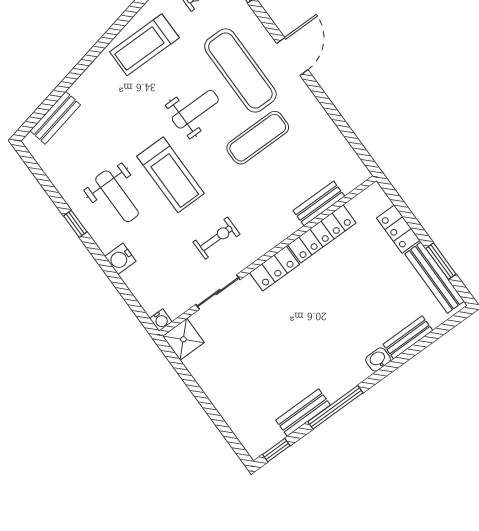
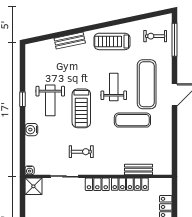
weight bench: (195, 109) -> (114, 87), turned -90
bench: (55, 118) -> (70, 41), moved

